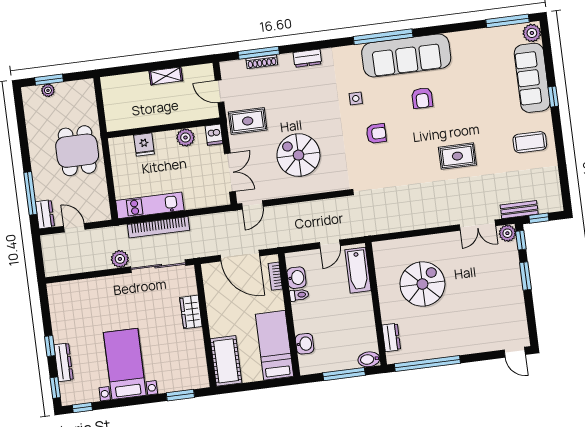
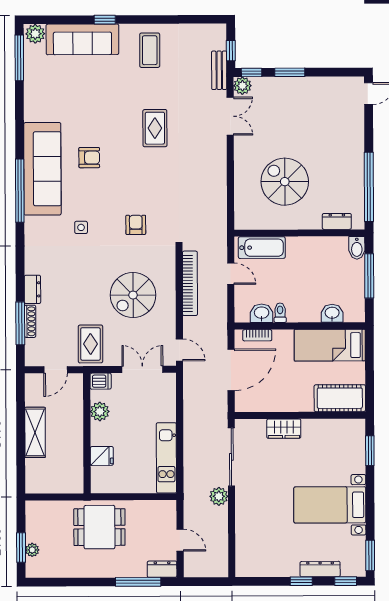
dresser: (307, 58) -> (32, 289), moved
shelving: (166, 76) -> (35, 432), width x1.50, depth x1.33
armchair: (376, 134) -> (136, 225), moved
bookcase: (158, 227) -> (190, 283), moved
door: (74, 228) -> (180, 540), swing flipped
window: (82, 408) -> (370, 555), width x1.50

